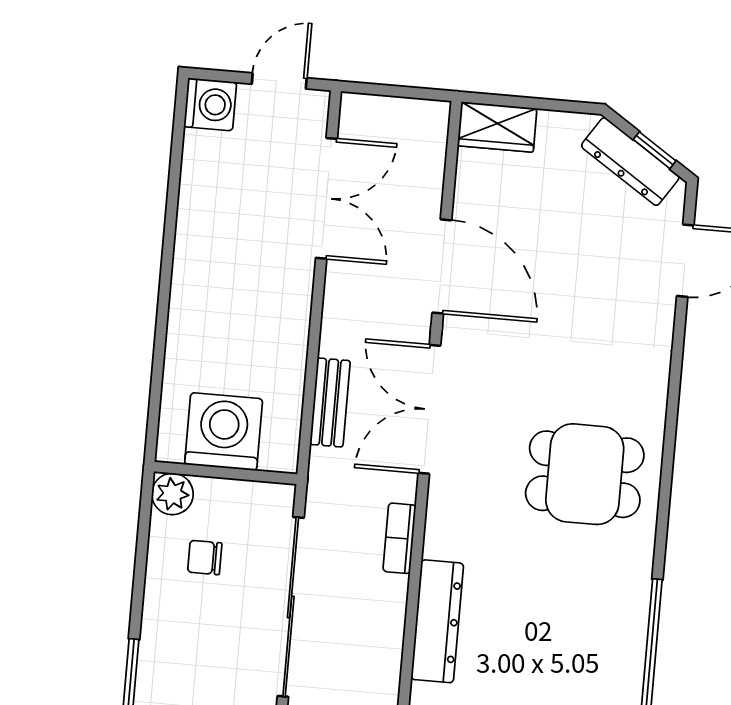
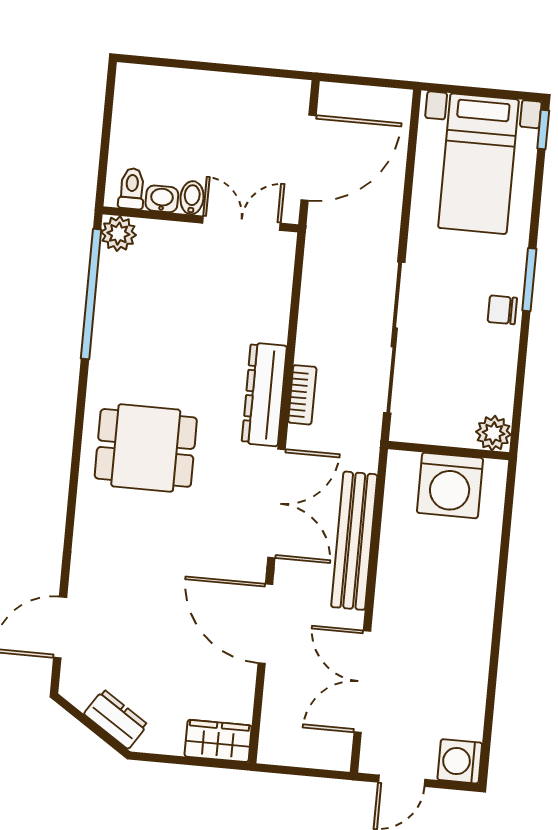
window: (655, 150) -> (85, 721), removed
dresser: (630, 162) -> (116, 719), width x0.70
bench: (330, 403) -> (354, 541), width x1.86, depth x1.21
chair: (205, 558) -> (502, 310), moved, turned 180
dresser: (437, 621) -> (264, 394), moved

